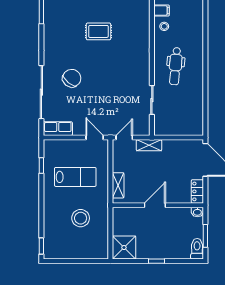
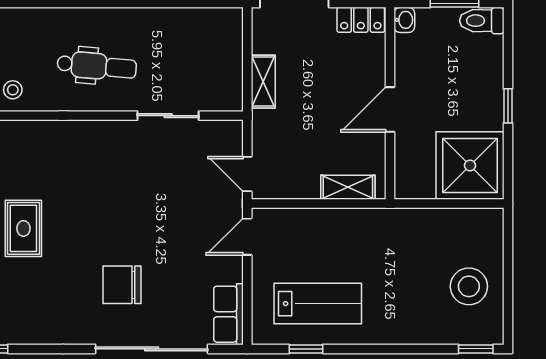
chair: (72, 78) -> (122, 285), turned -40
shelving: (149, 145) -> (263, 82), moved
lab bench: (75, 177) -> (318, 304), moved, turned 90
door: (155, 205) -> (390, 109), hinge flipped
stool: (81, 218) -> (469, 286), moved
shower: (124, 248) -> (470, 166), width x1.37, depth x1.37

